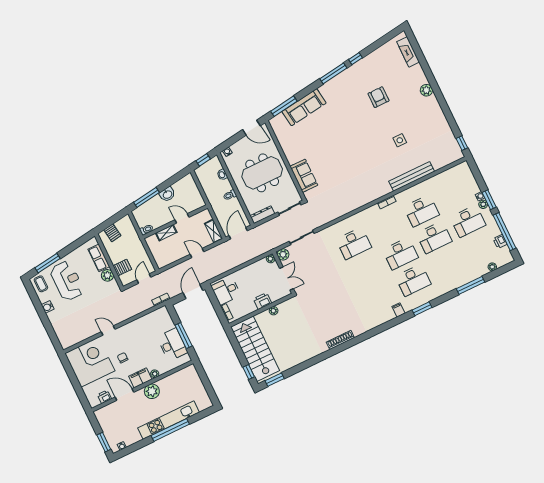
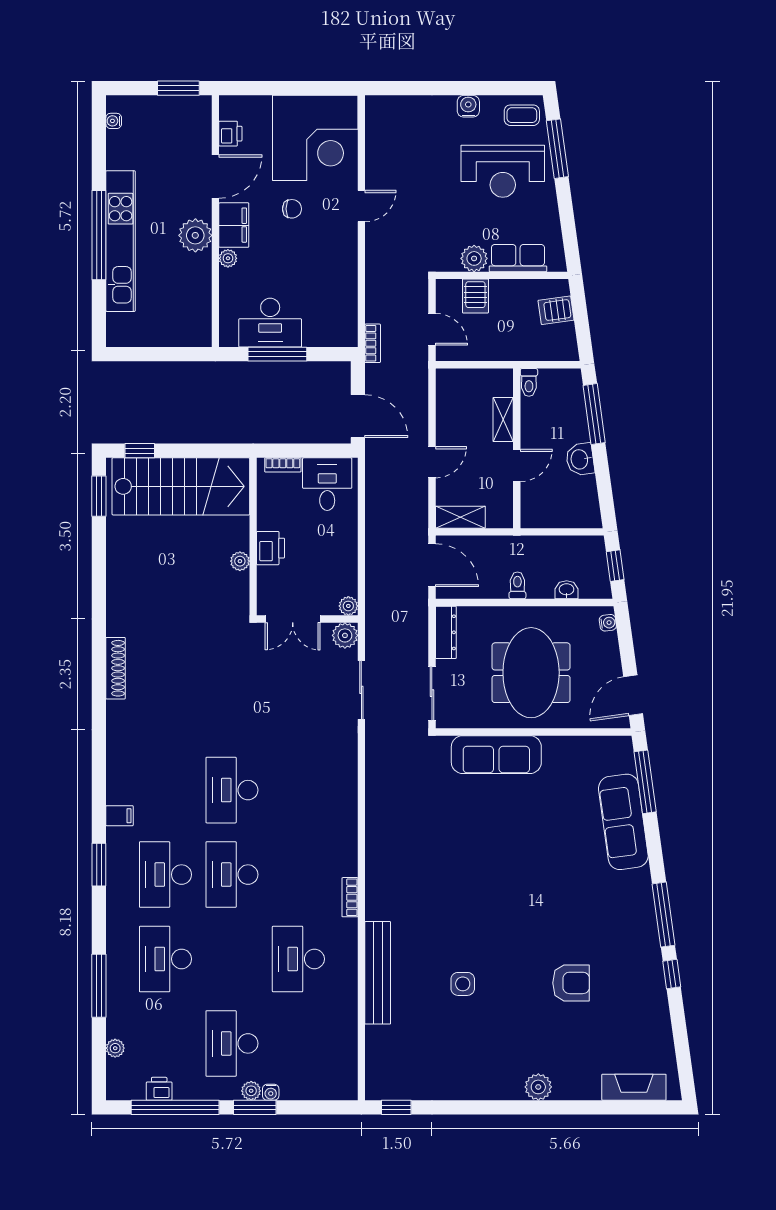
sofa: (304, 176) -> (496, 755), width x1.36
desk: (434, 237) -> (165, 959), moved
desk: (354, 243) -> (232, 790), moved
window: (104, 442) -> (178, 88), moved

